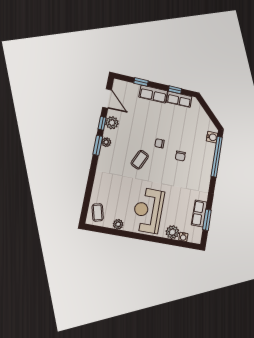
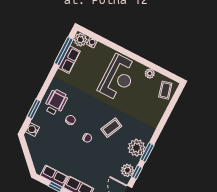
plant: (106, 142) -> (137, 148), width x1.88, depth x1.88
window: (217, 157) -> (34, 109), width x0.47
wheelchair: (199, 169) -> (56, 102), added
window: (207, 220) -> (64, 51), width x1.44
plant: (172, 232) -> (80, 40), moved

